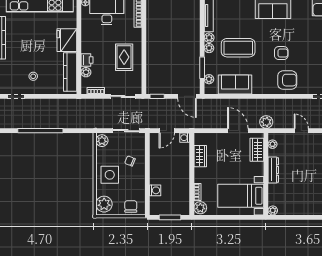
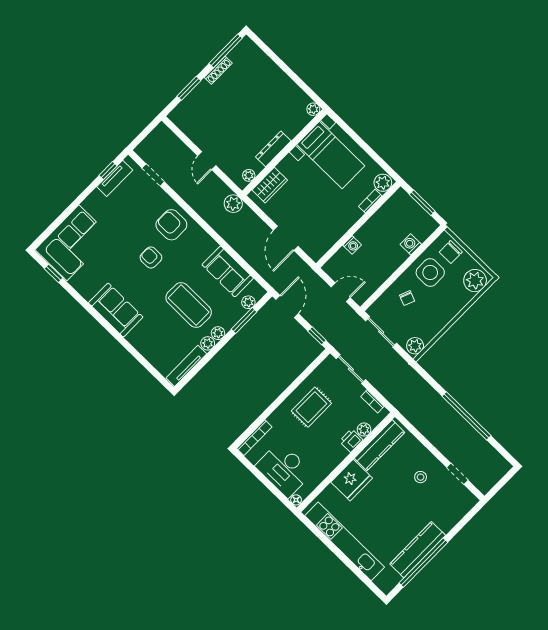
door: (238, 131) -> (286, 238), moved
washing machine: (185, 138) -> (352, 245), moved
wardrobe: (200, 156) -> (332, 234), removed
side table: (110, 175) -> (430, 273), moved

